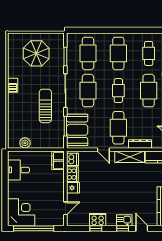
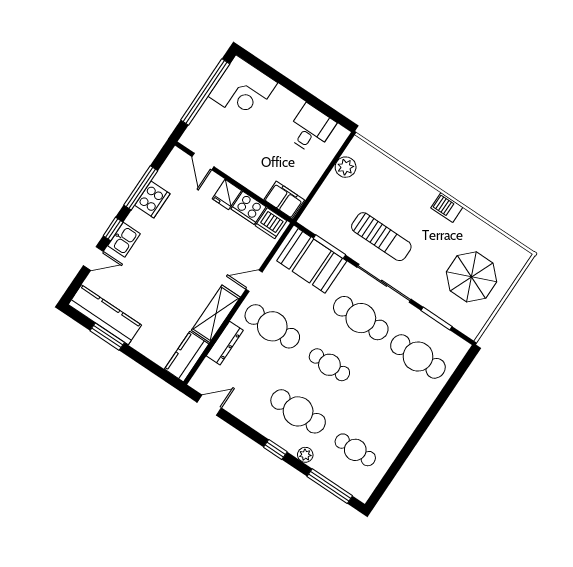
cafe table: (118, 53) -> (387, 403), removed
window: (96, 228) -> (141, 188), width x2.17

